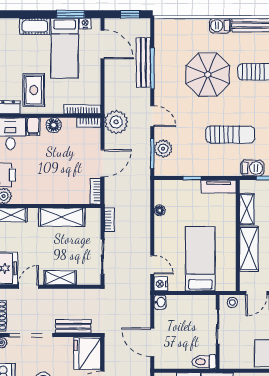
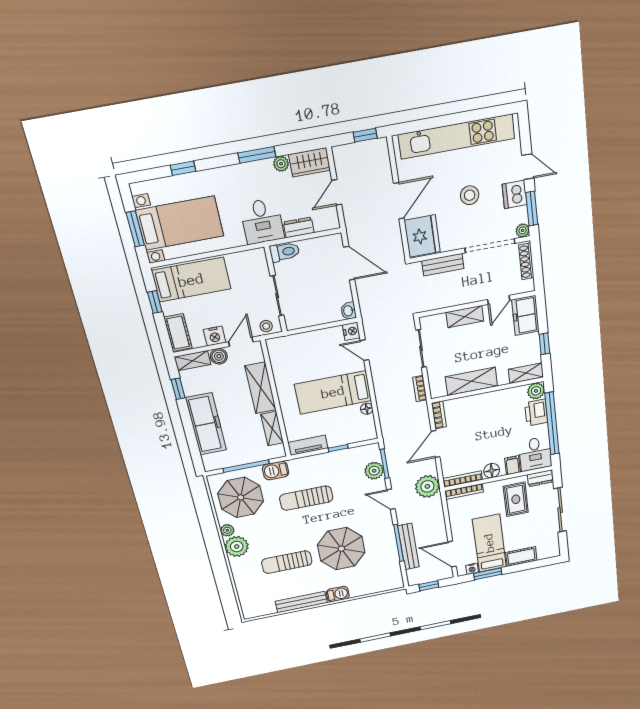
bookcase: (89, 122) -> (463, 479), width x1.56
bed: (200, 259) -> (333, 392), moved, turned 90

